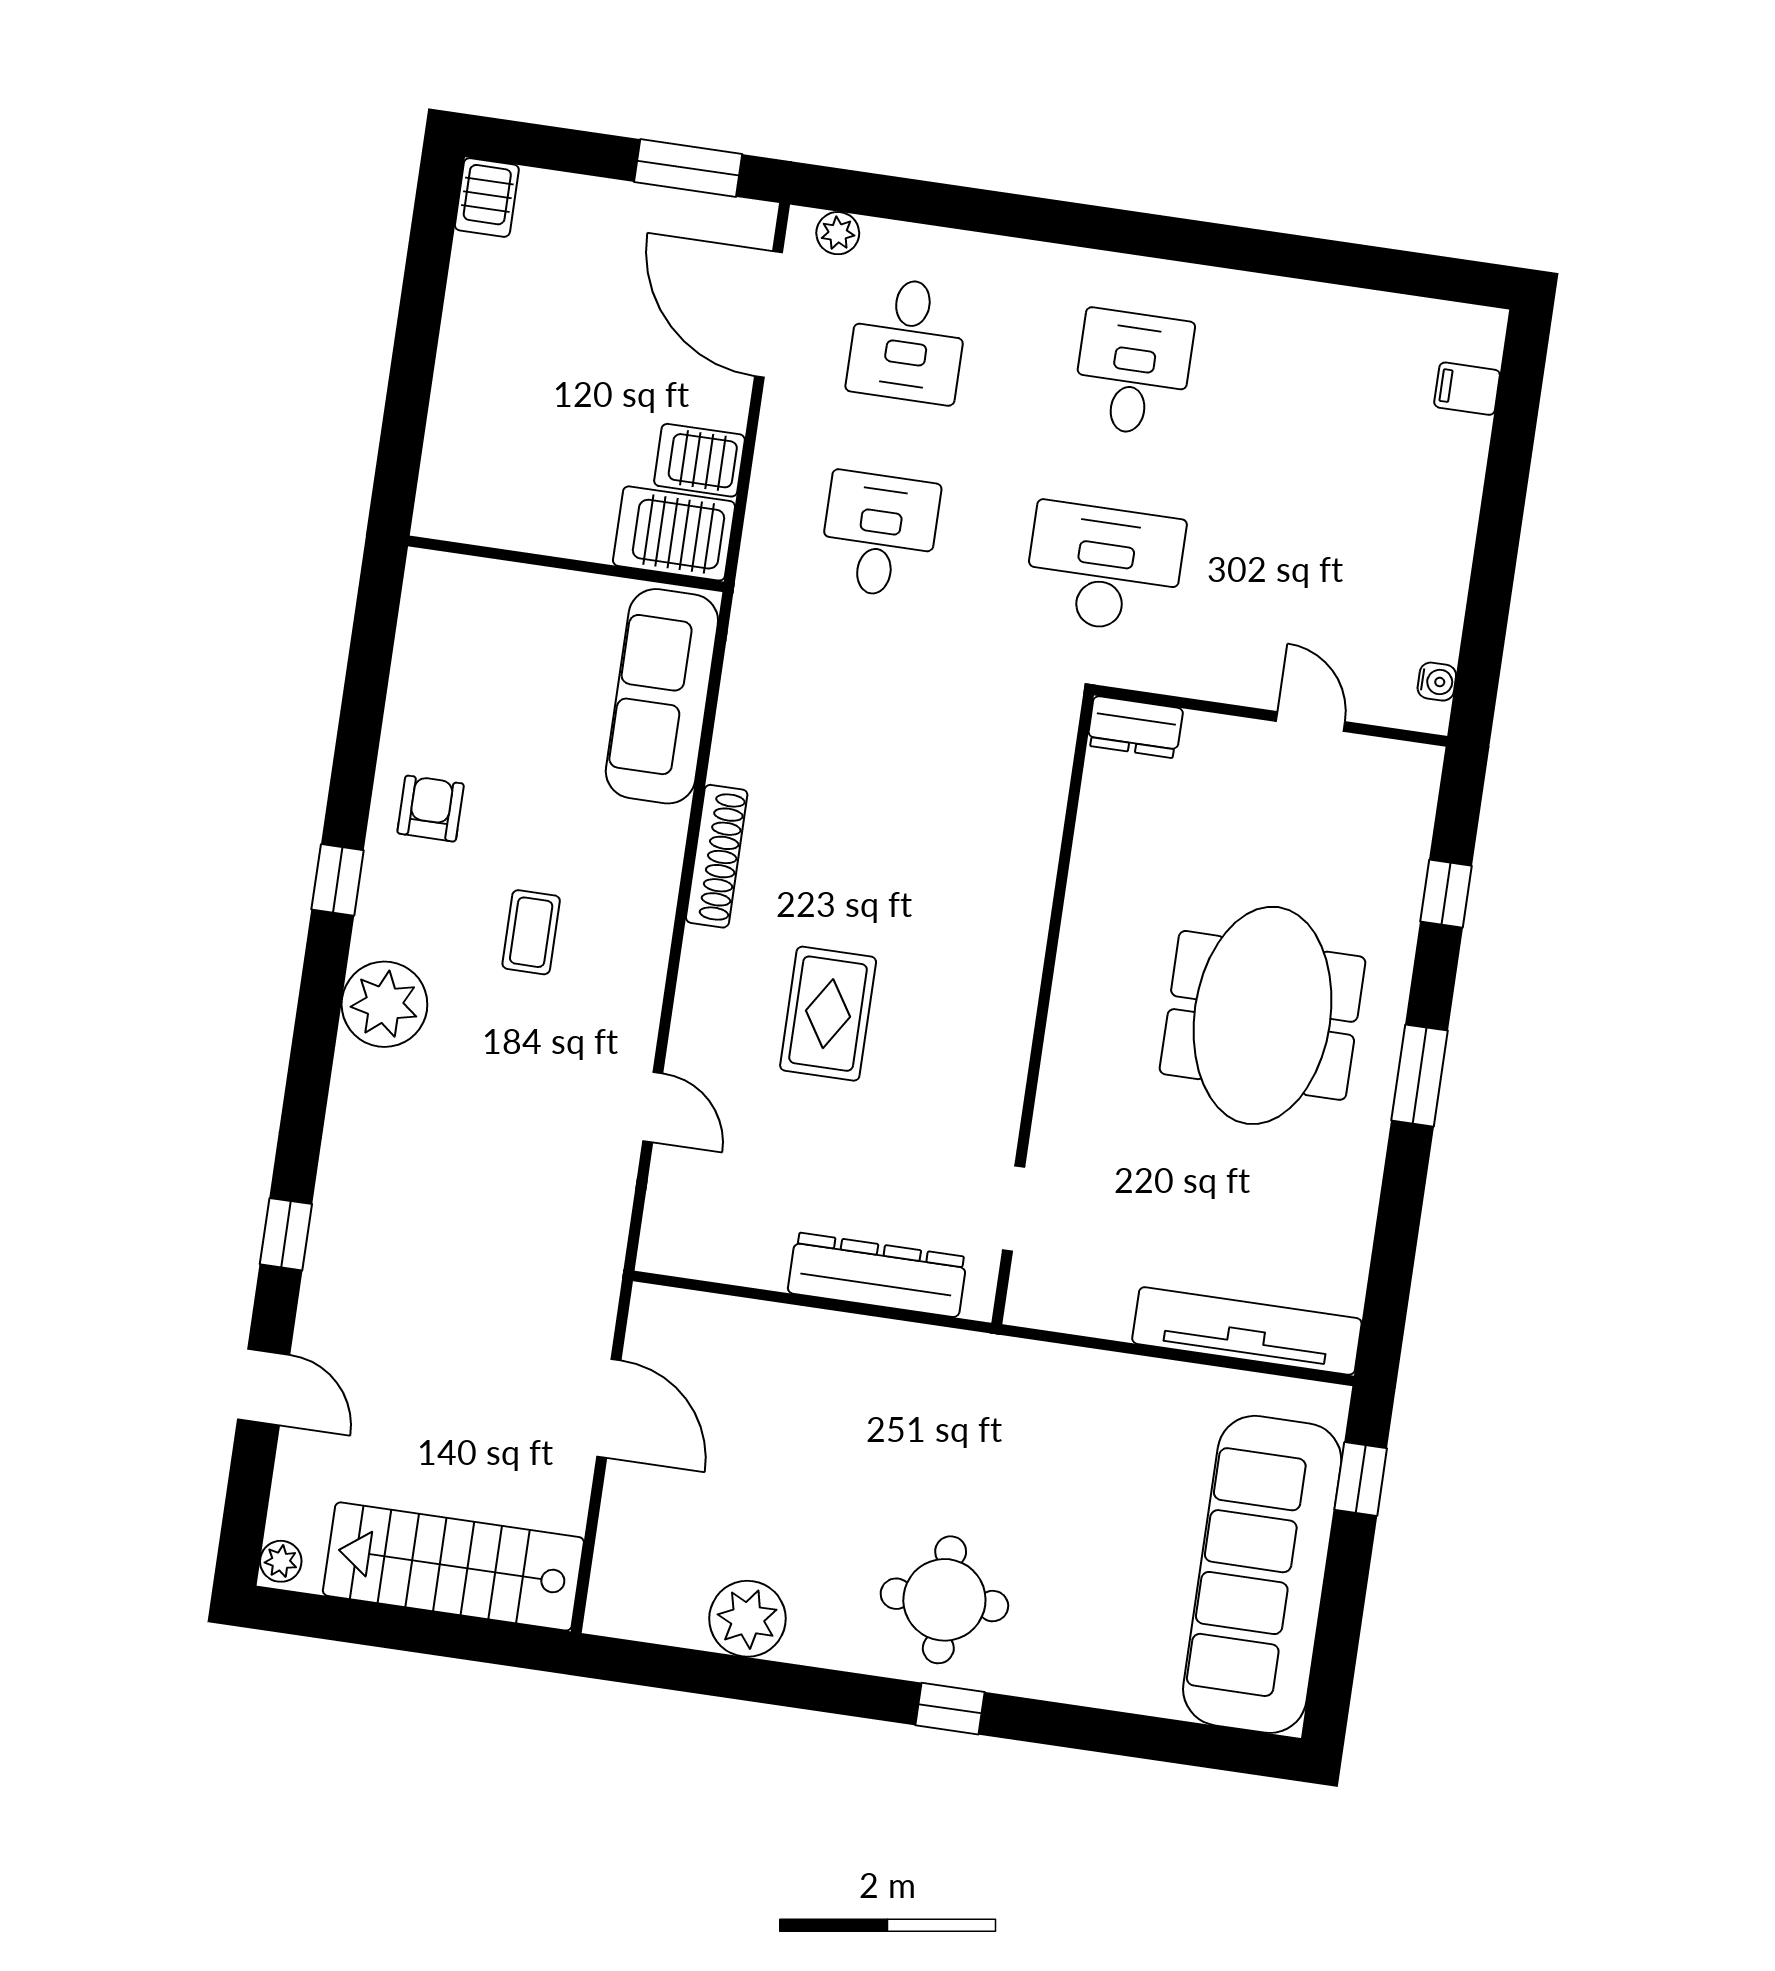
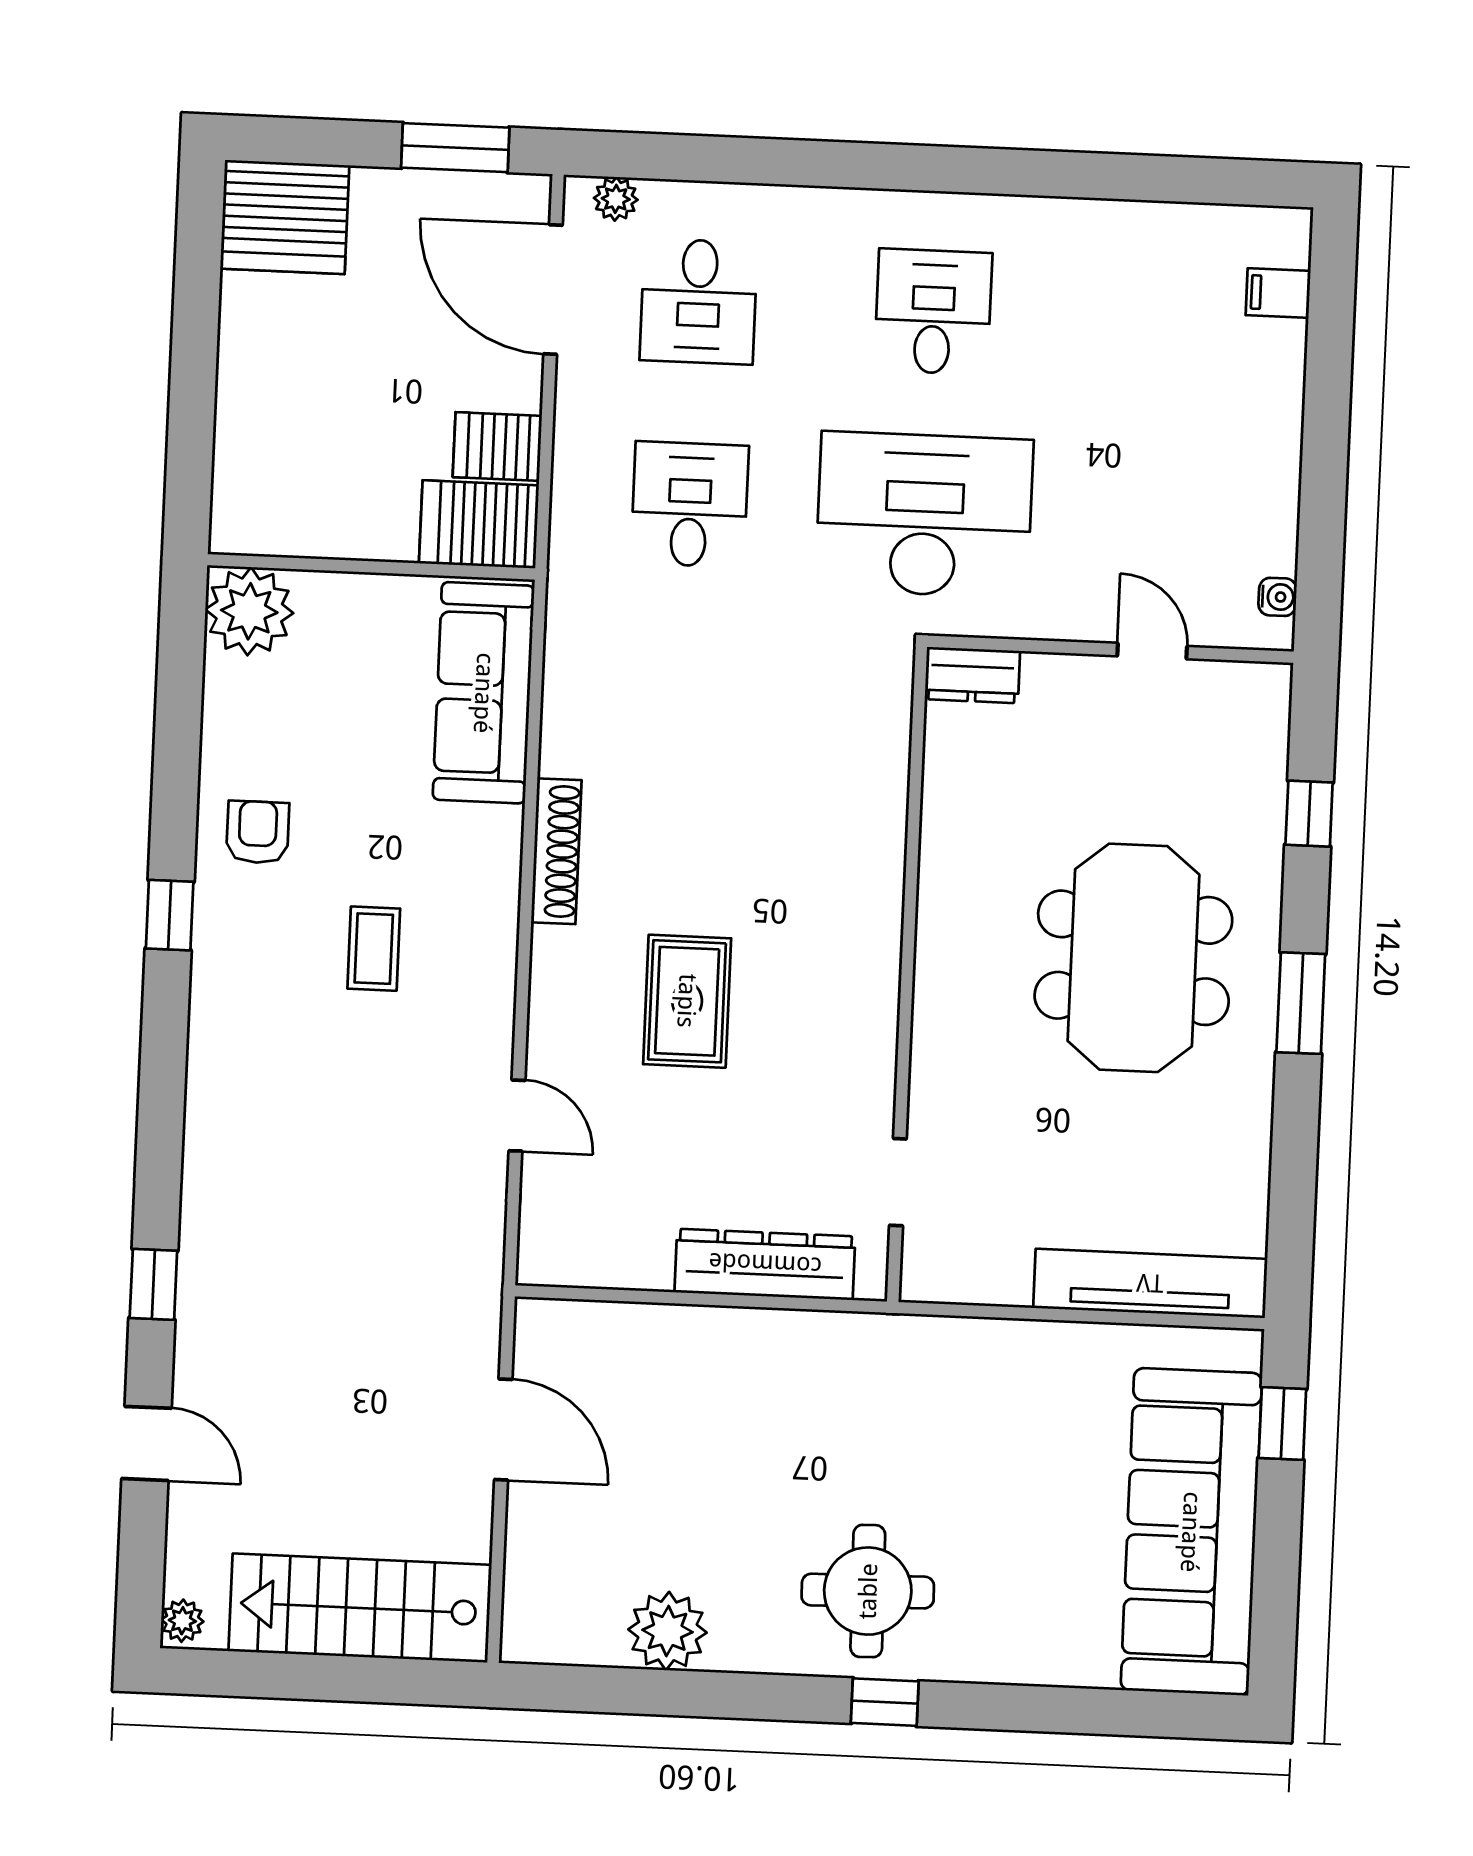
server rack: (487, 198) -> (285, 217), width x2.18, depth x1.44
desk: (1104, 568) -> (924, 515), width x1.36, depth x1.30
plant: (384, 1004) -> (249, 611), moved

